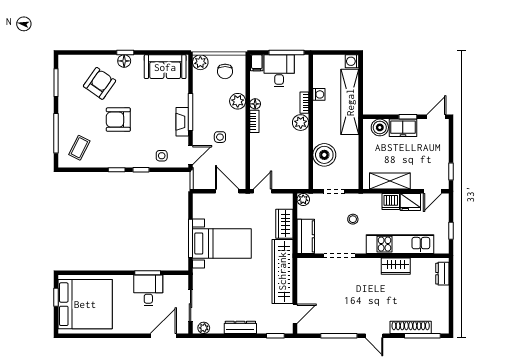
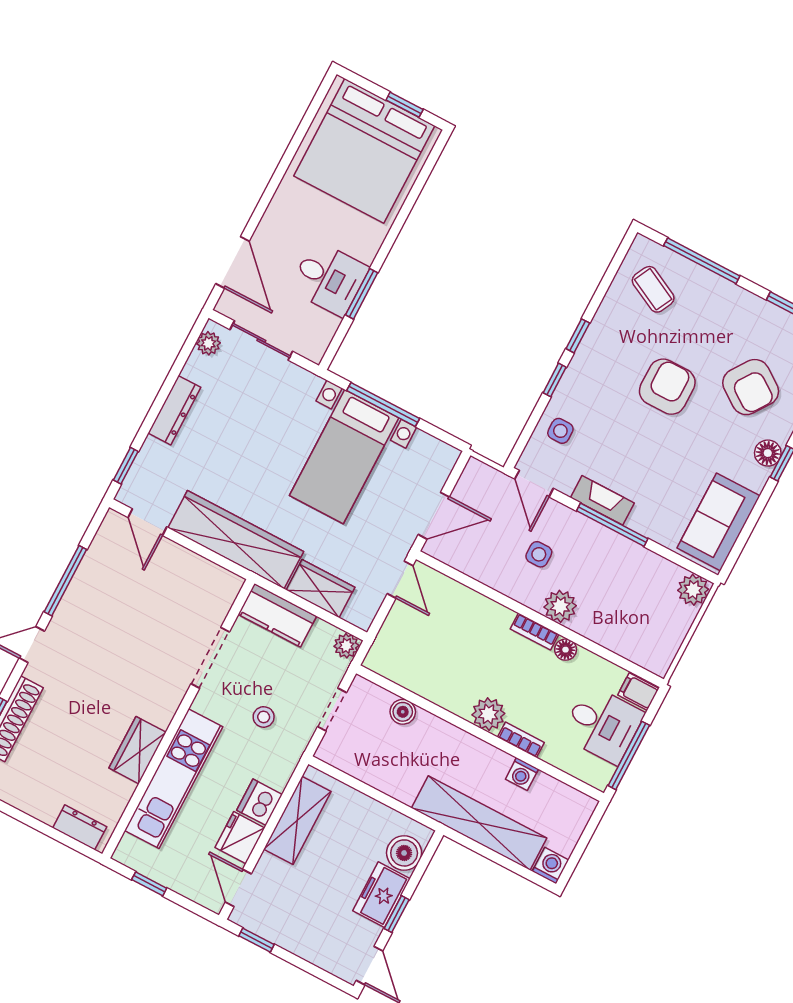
chair: (225, 71) -> (653, 626), removed
plant: (238, 101) -> (560, 606), moved
boiler: (324, 155) -> (403, 712), width x0.54, depth x0.54

